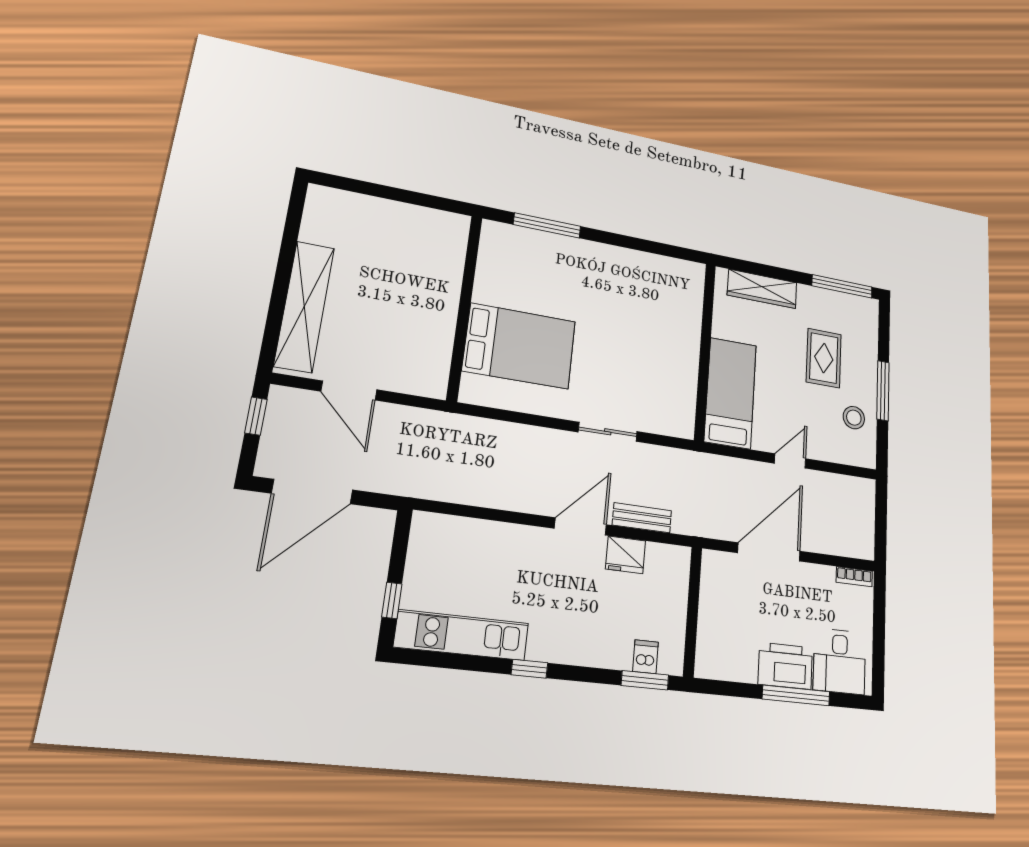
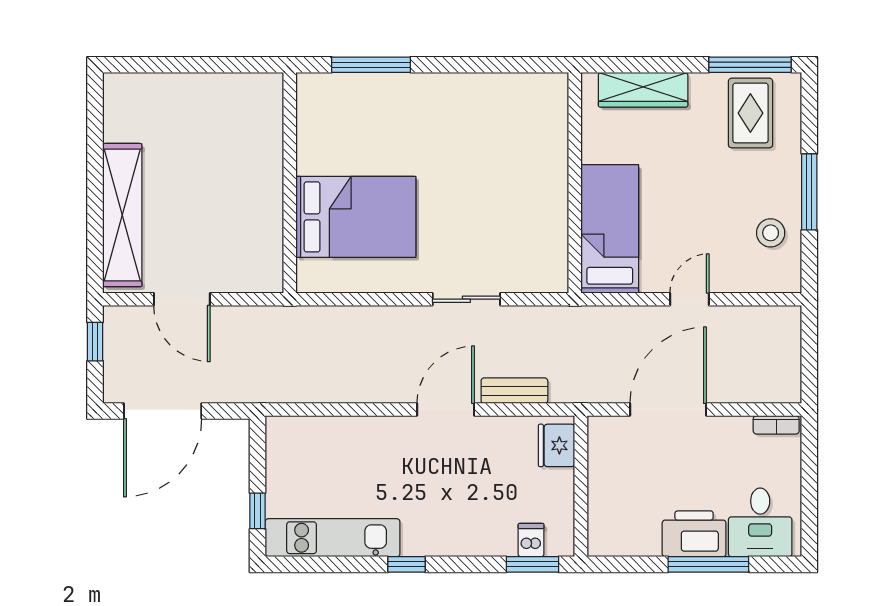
rug: (824, 358) -> (750, 113), moved
fridge: (626, 555) -> (557, 445), moved, turned 90

